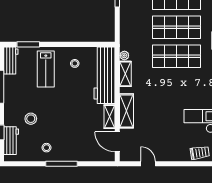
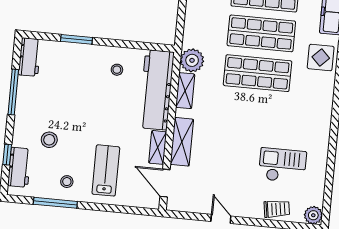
window: (28, 44) -> (76, 39), moved
plant: (124, 55) -> (192, 60), width x1.88, depth x1.88
lab bench: (46, 69) -> (106, 170), moved, turned 180
window: (62, 164) -> (55, 203), moved
door: (148, 164) -> (221, 219), moved

